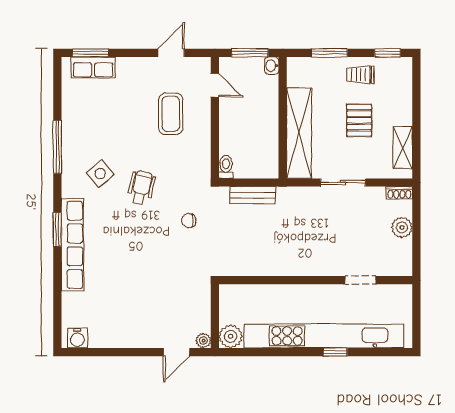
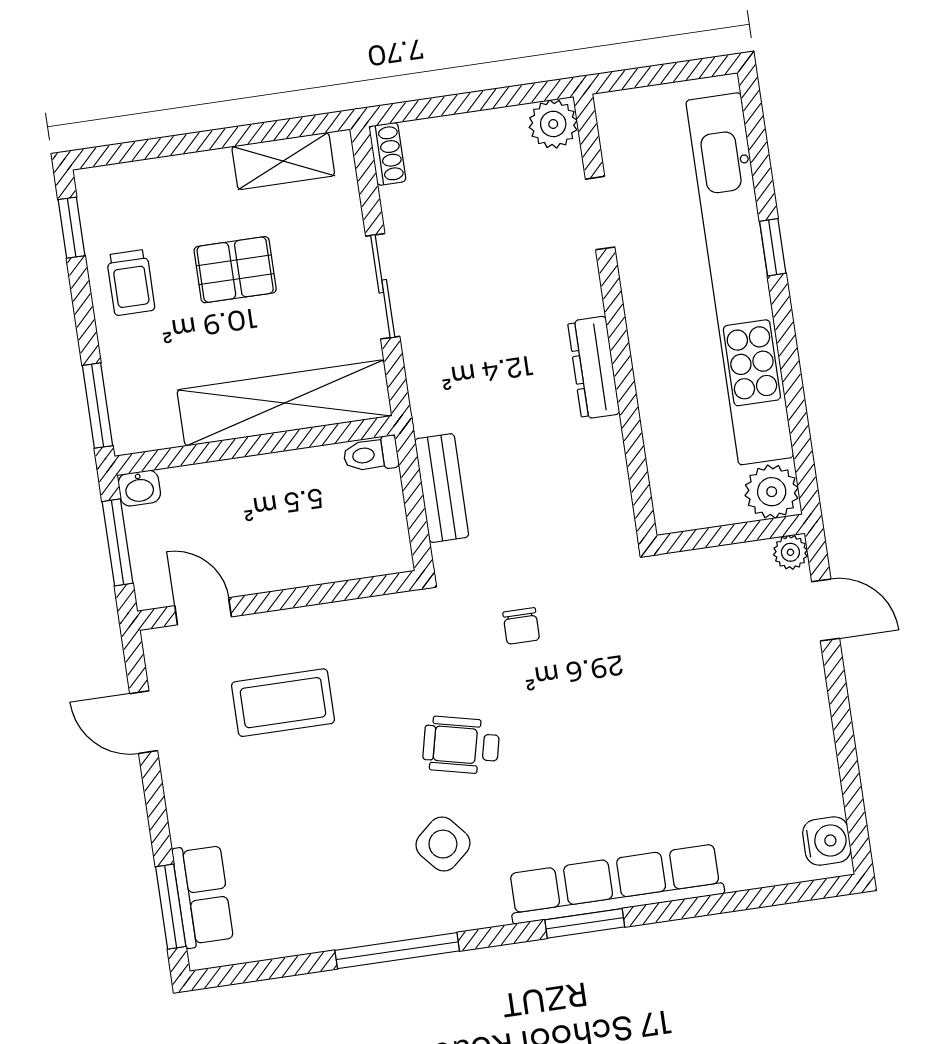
window: (329, 53) -> (98, 406), moved
door: (215, 85) -> (203, 611), hinge flipped
toilet: (226, 167) -> (371, 454), moved
plant: (402, 227) -> (553, 124), moved
dresser: (295, 268) -> (594, 368), added

